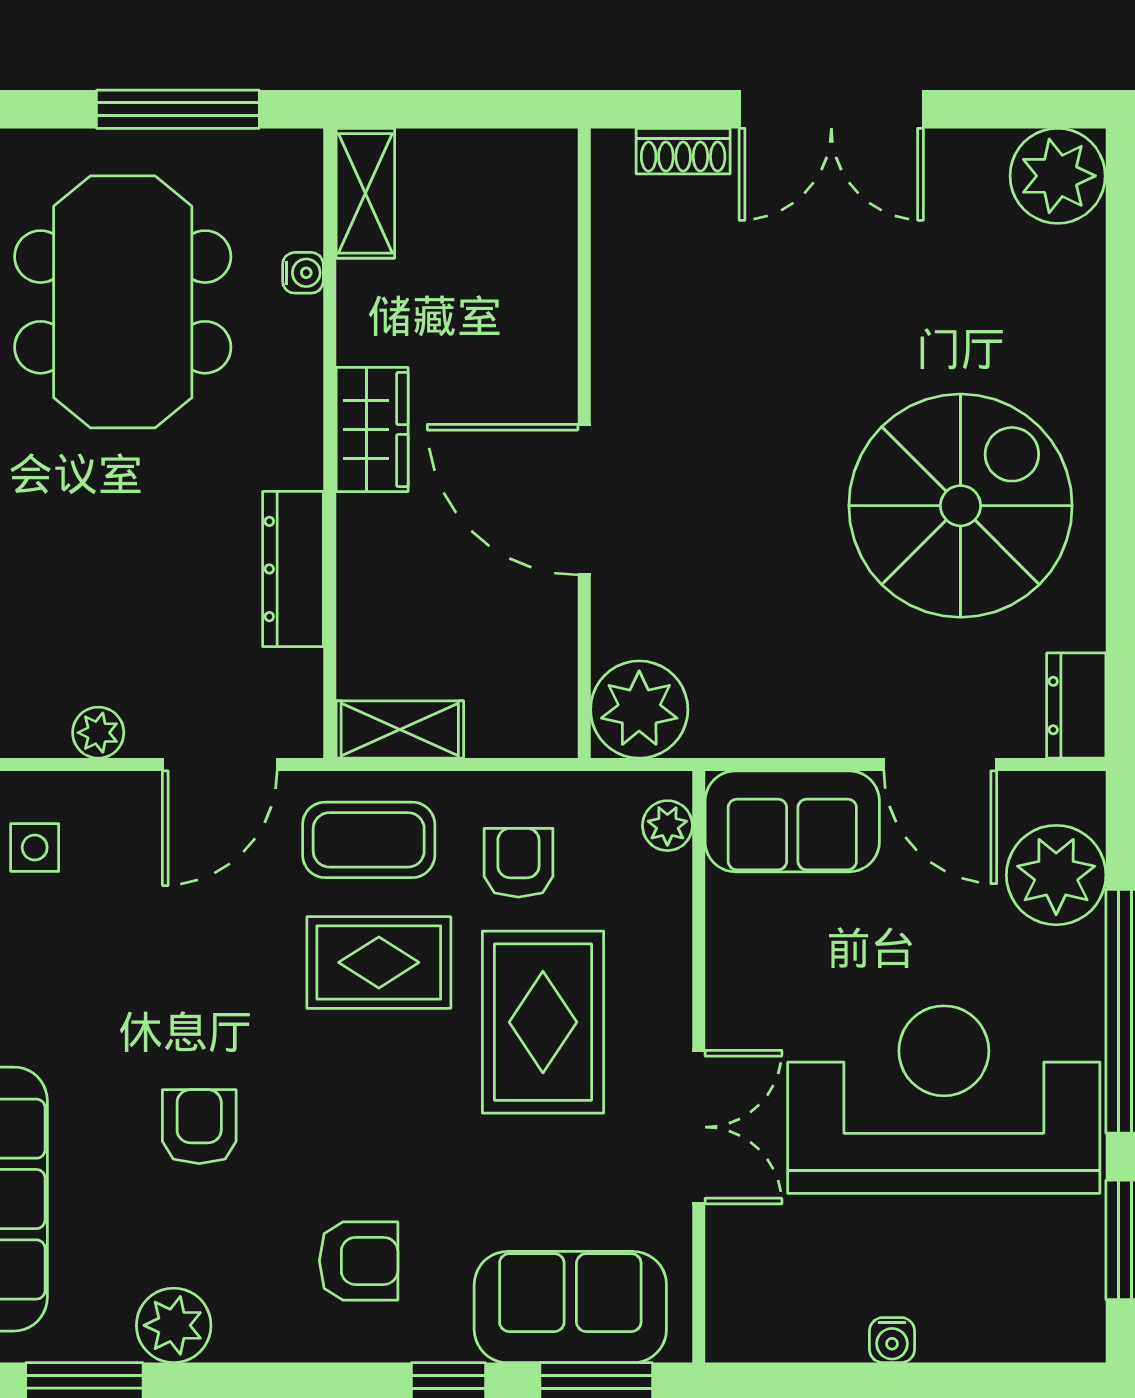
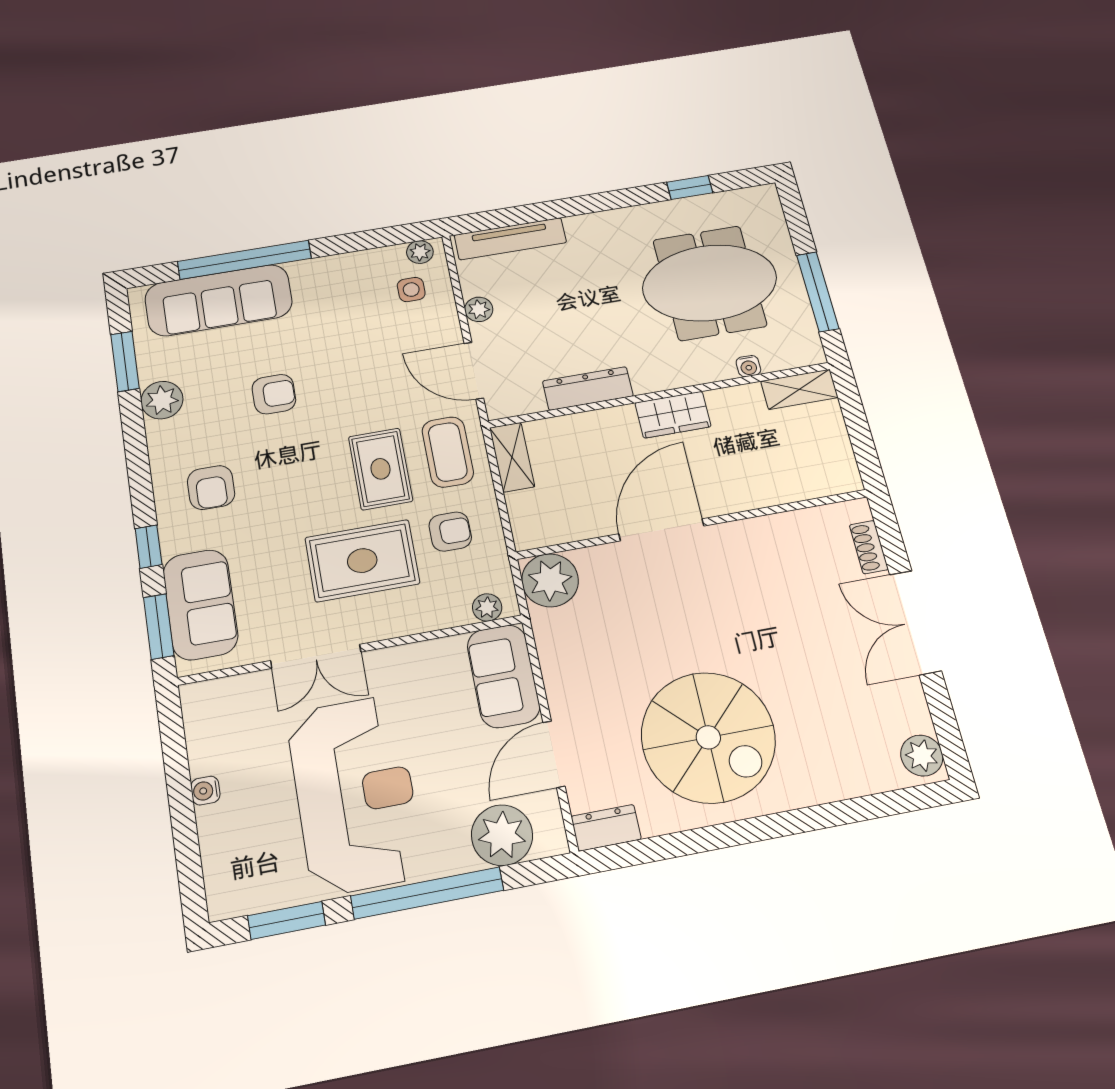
plant: (1058, 176) -> (922, 756), width x0.73, depth x0.73

